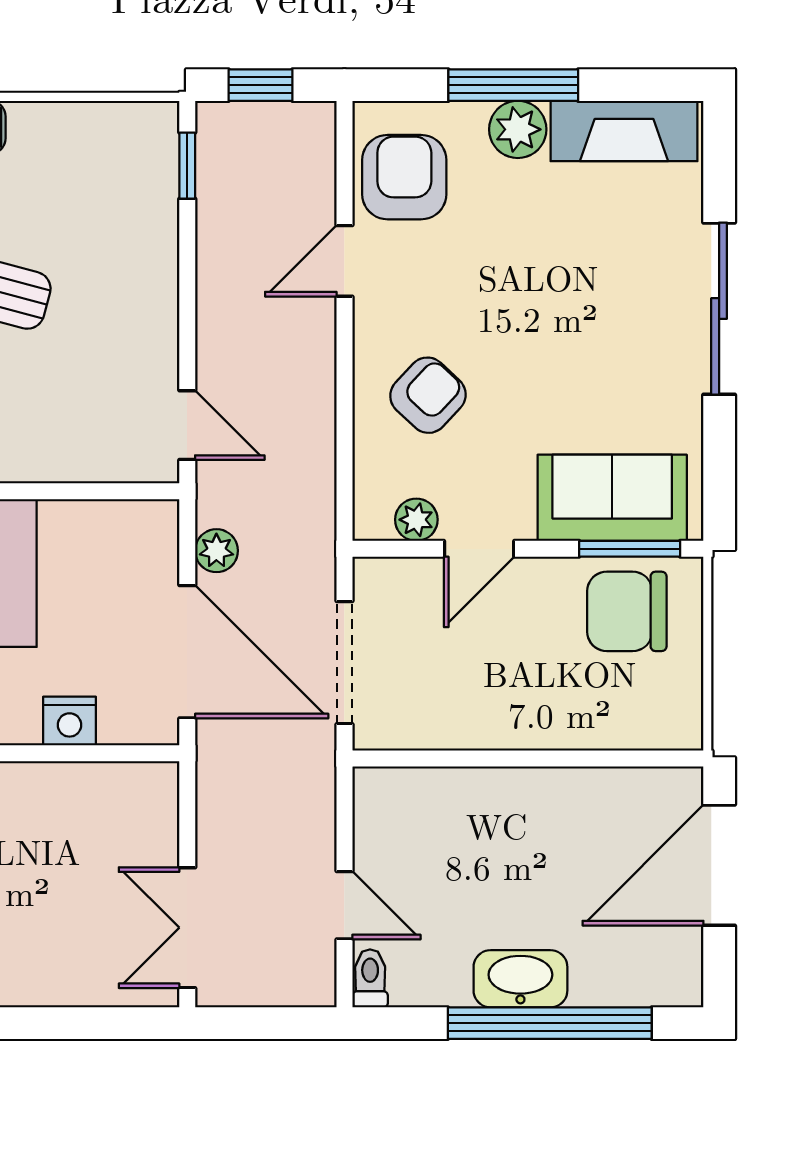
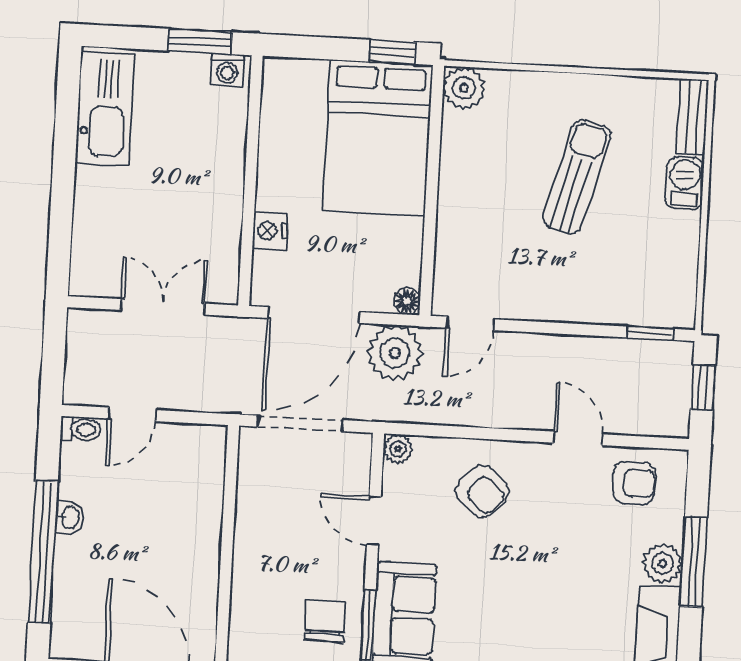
armchair: (404, 177) -> (634, 483), width x0.72, depth x0.72
floor lamp: (160, 518) -> (407, 301), added
plant: (416, 520) -> (398, 449), moved
plant: (216, 551) -> (395, 353), width x1.88, depth x1.88
chair: (627, 611) -> (325, 621), width x0.73, depth x0.73
double door: (187, 928) -> (163, 307), moved
washbasin: (520, 979) -> (69, 518), width x0.52, depth x0.69

